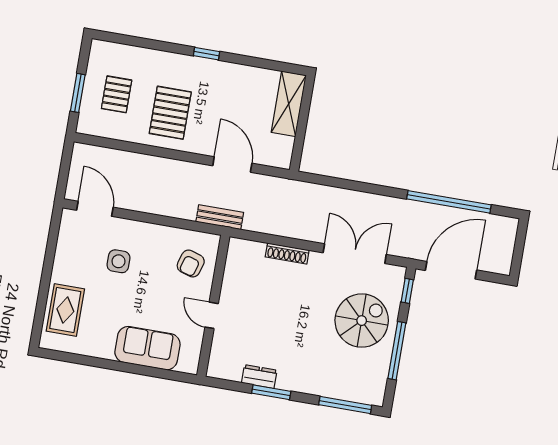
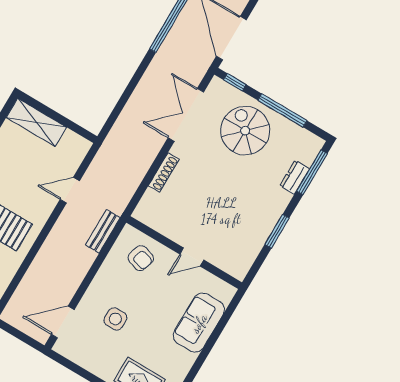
door: (232, 164) -> (70, 190), width x0.73
bench: (220, 217) -> (103, 231), moved
dresser: (259, 377) -> (295, 177), moved

